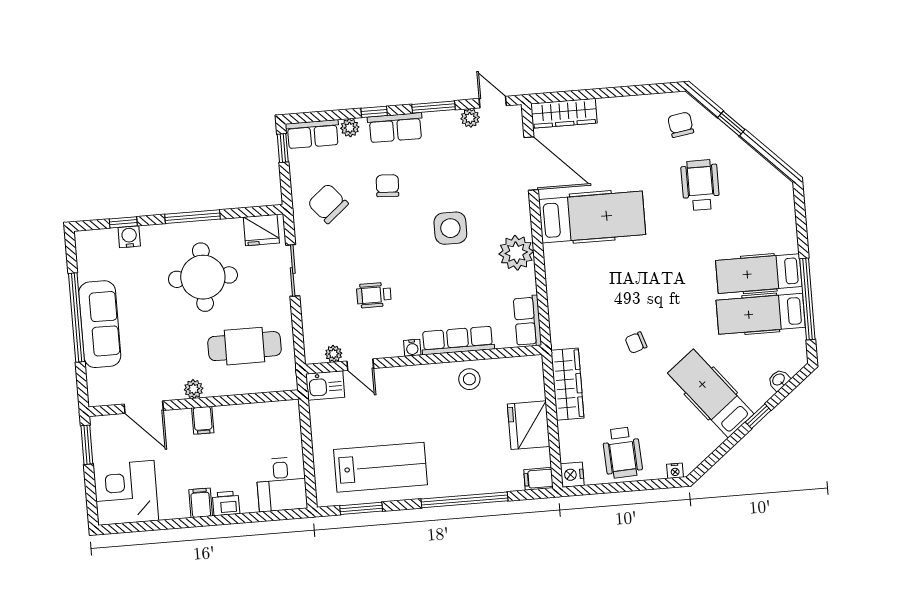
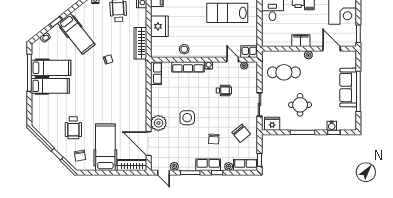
hospital bed: (592, 217) -> (105, 147), moved, turned 90
plant: (516, 253) -> (158, 123), moved
round table: (203, 277) -> (300, 105), width x0.73, depth x0.73
filing cabinet: (203, 420) -> (301, 41), width x2.00

